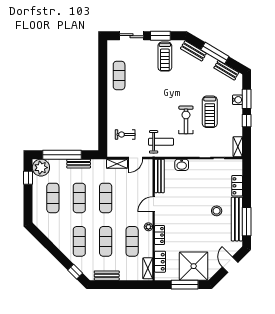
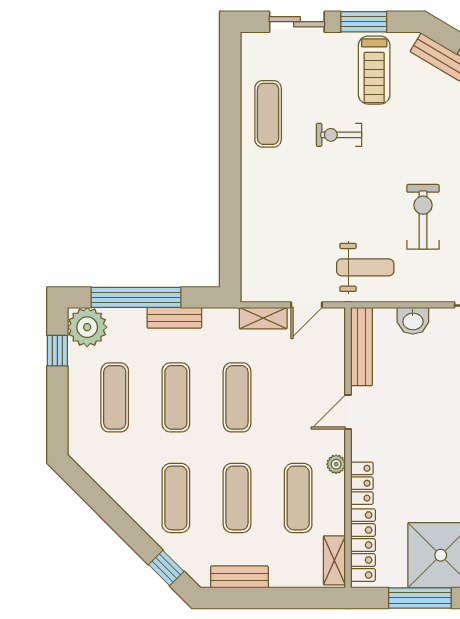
exercise bike: (125, 134) -> (339, 135), moved
locker: (160, 262) -> (363, 545), width x1.53

